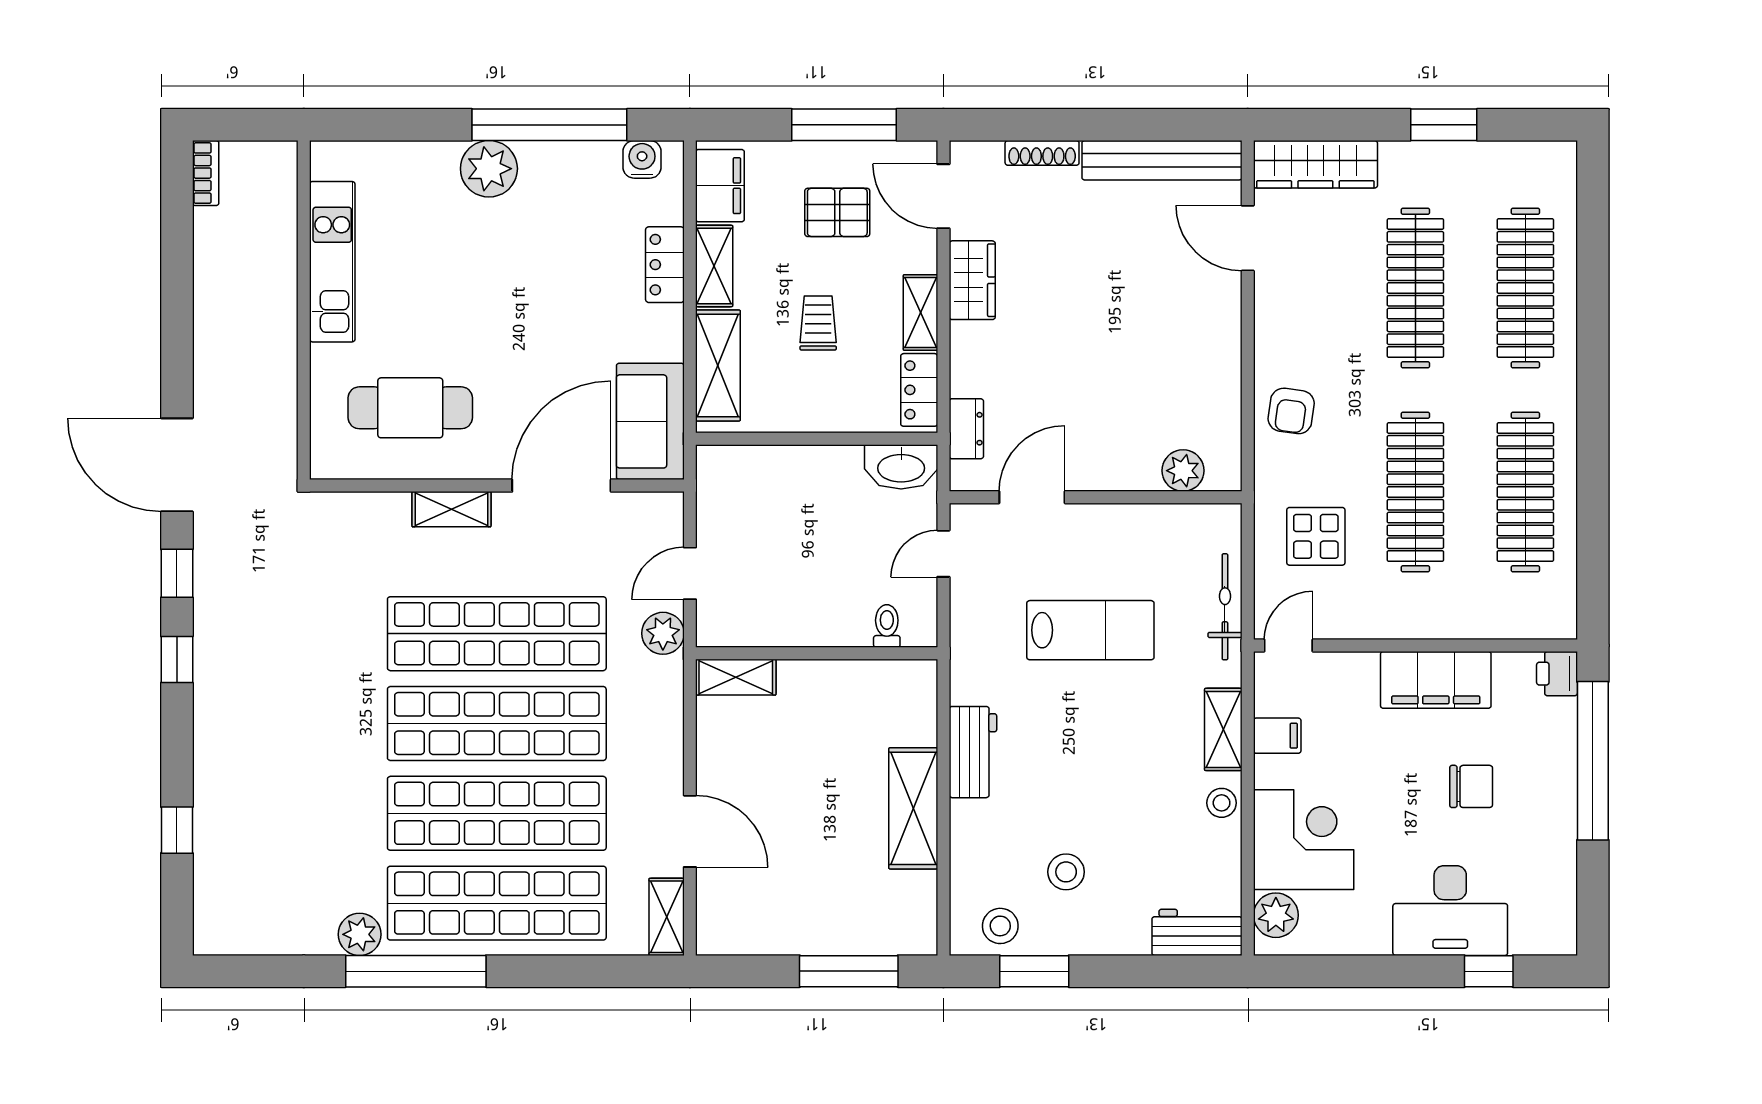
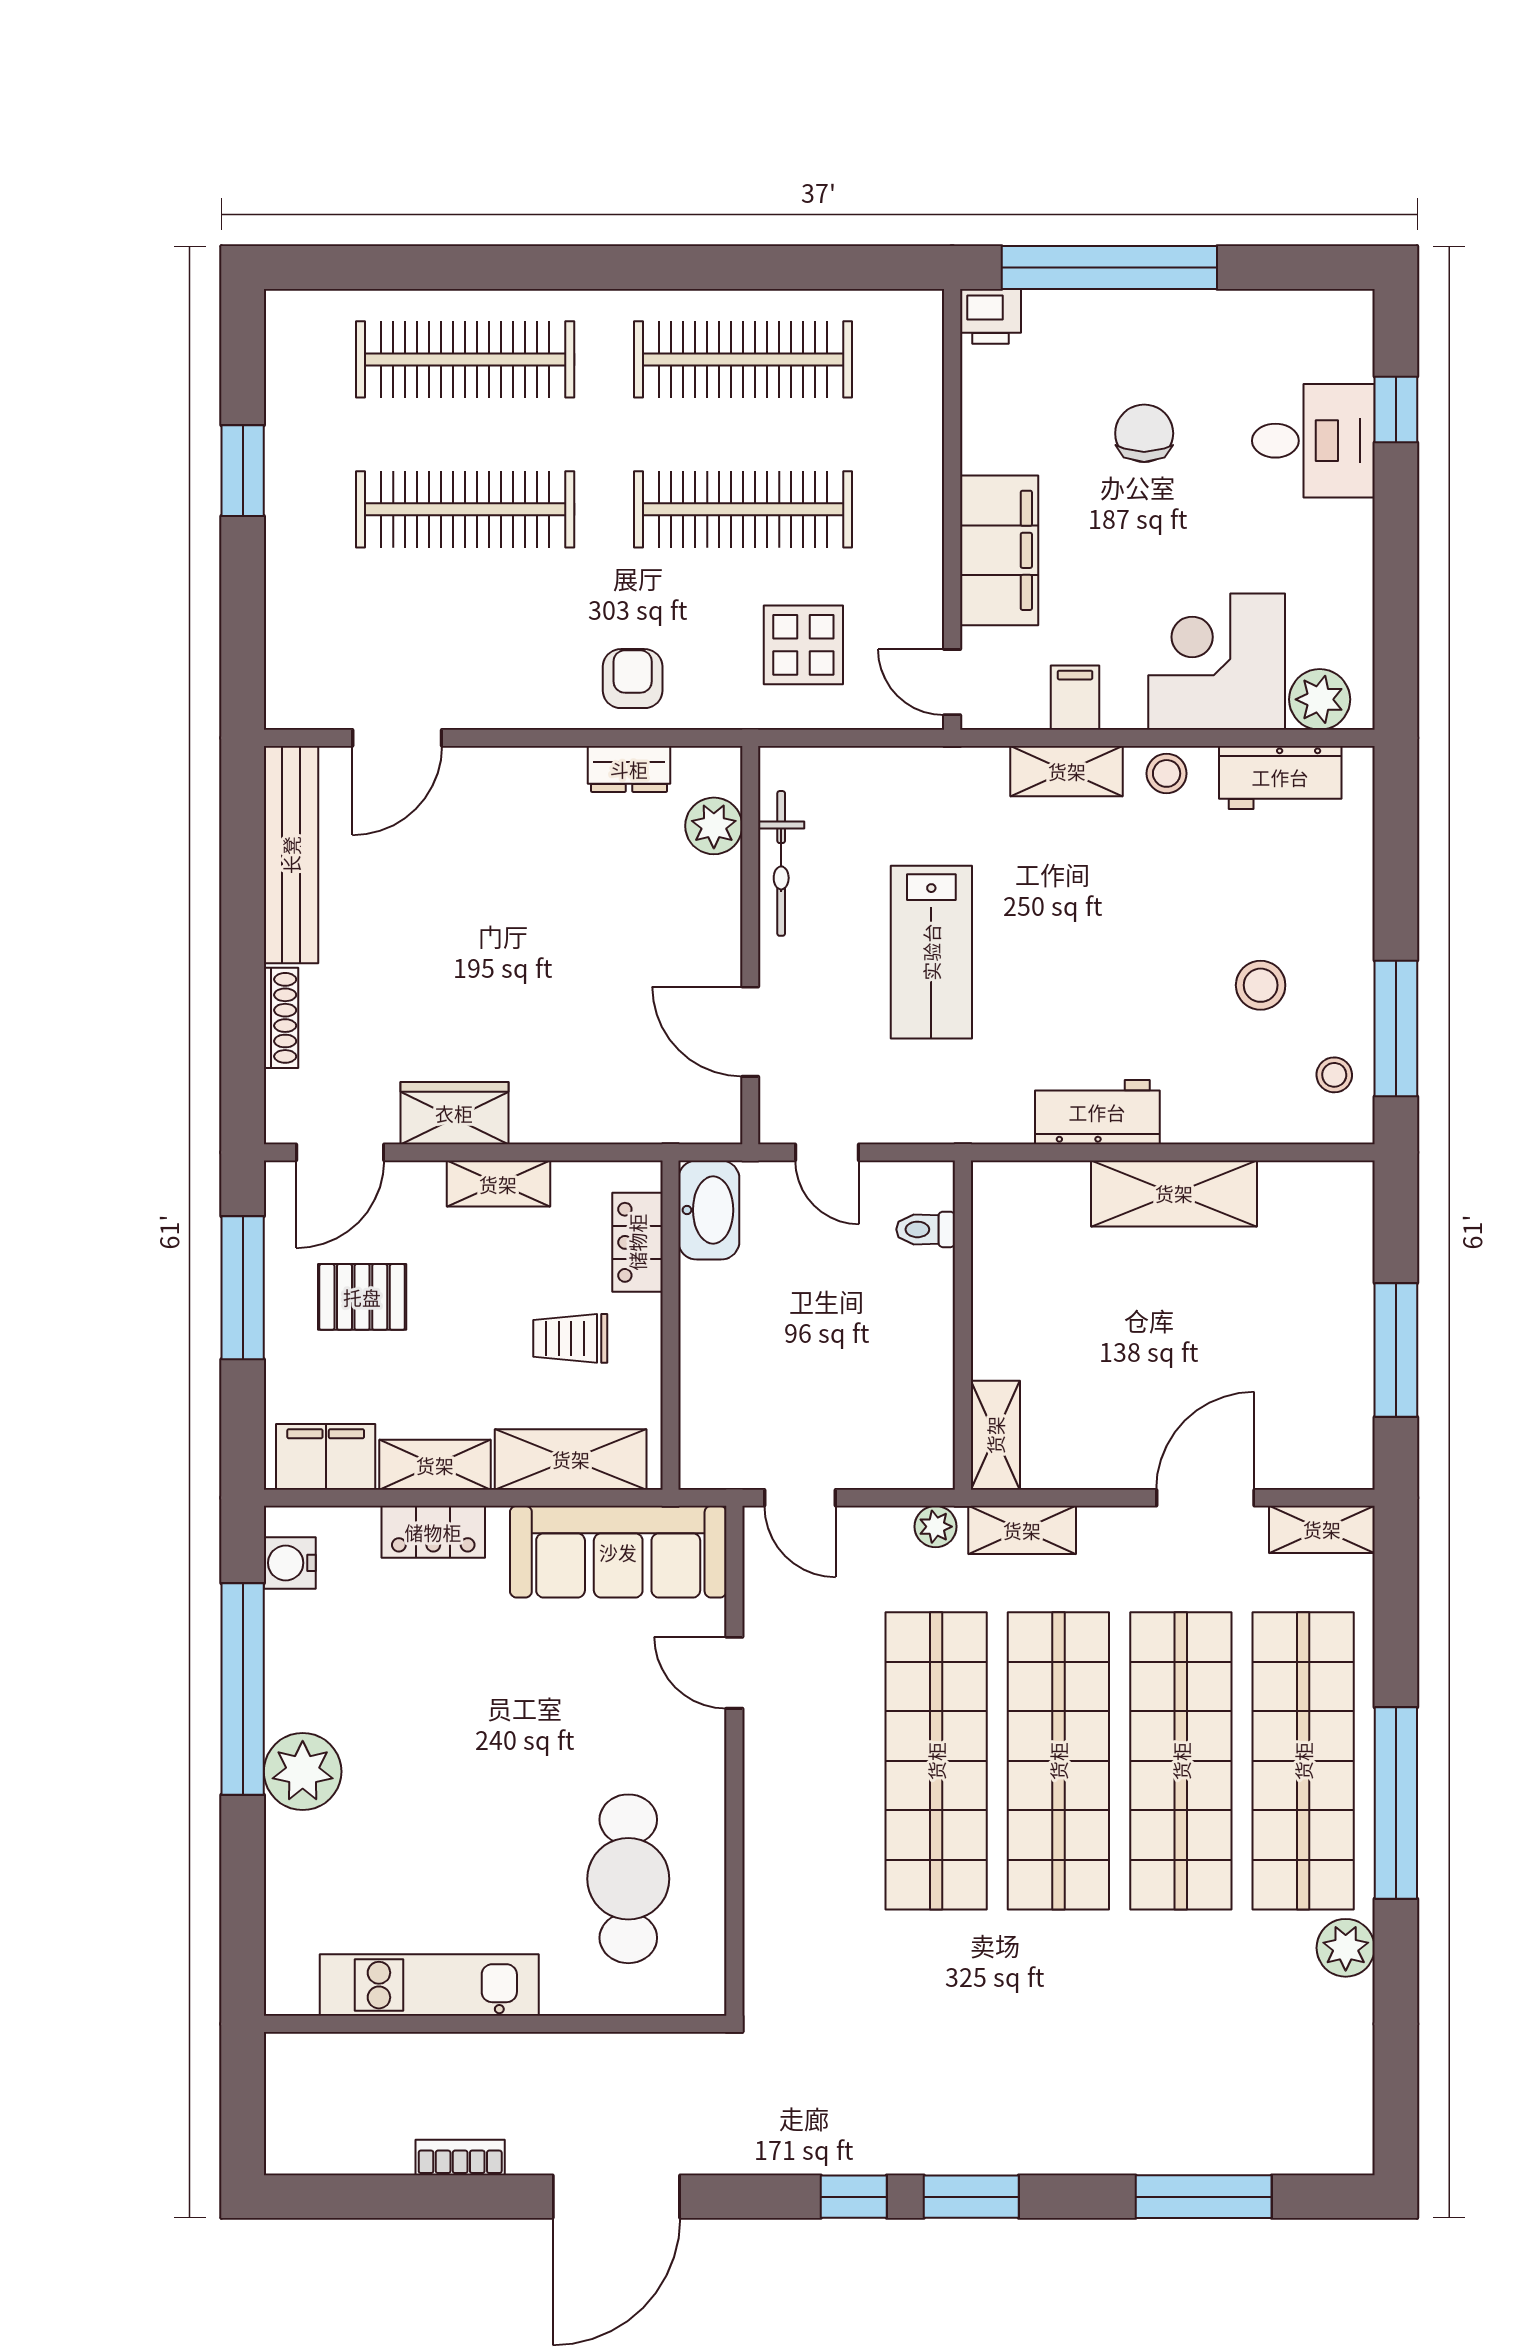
wardrobe: (1315, 164) -> (297, 646), removed
bookcase: (206, 173) -> (460, 2158), moved
pallet: (837, 212) -> (362, 1297), turned 90
trolley: (818, 323) -> (570, 1338), moved
locker: (919, 390) -> (637, 1242), moved, turned 90
armchair: (1291, 411) -> (633, 679), turned -98
sofa: (650, 421) -> (618, 1552), width x1.36
dresser: (966, 429) -> (629, 769), moved, turned 180
door: (177, 465) -> (616, 2197), moved
door: (561, 486) -> (734, 1673), width x0.53
shelving: (451, 509) -> (1022, 1530), moved, turned 90
door: (690, 573) -> (800, 1498), moved
bicycle: (1225, 607) -> (781, 863), moved, turned -90
lab bench: (1090, 630) -> (931, 952), turned 180
plant: (663, 633) -> (936, 1527), width x0.73, depth x0.73
window: (177, 659) -> (971, 2197), width x1.50
filing cabinet: (1436, 680) -> (999, 550), moved
window: (177, 830) -> (1204, 2197), width x2.17
desk: (1450, 911) -> (1313, 441), width x0.73
stool: (1000, 926) -> (1334, 1075), width x0.73, depth x0.73
workbench: (1197, 932) -> (1280, 777), moved, turned -90
window: (416, 971) -> (1396, 1803), moved
window: (849, 971) -> (1396, 1350), moved
window: (1034, 971) -> (1396, 1029), width x1.44

